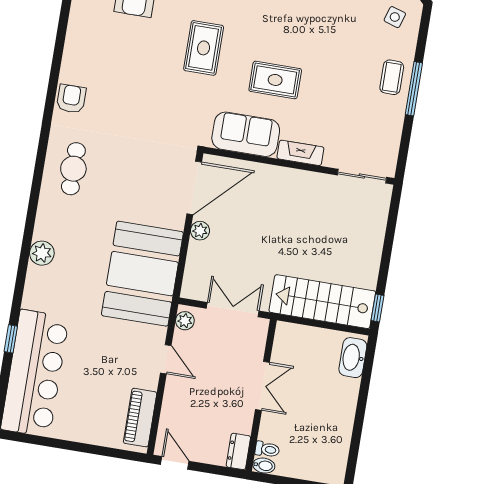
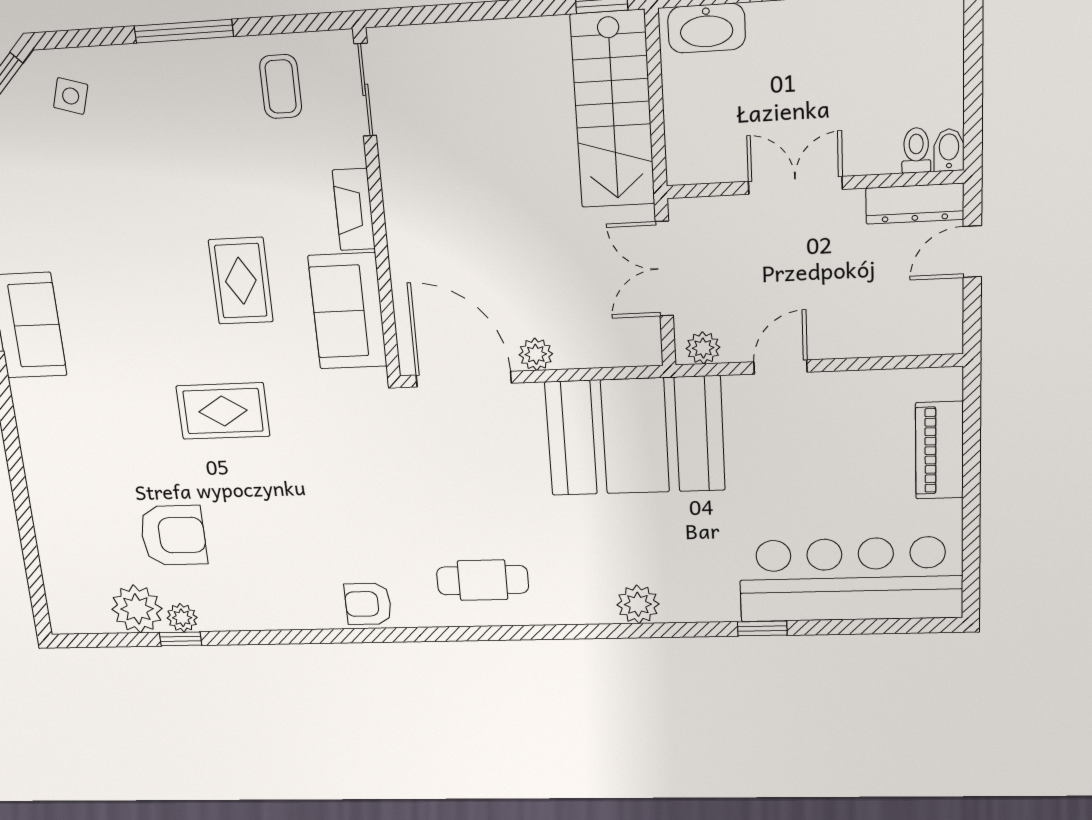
coffee table: (392, 77) -> (281, 87), moved, turned 90
window: (11, 339) -> (762, 628), moved
piano: (140, 418) -> (939, 450), moved, turned 90
dresser: (238, 451) -> (915, 204), width x1.44
door: (175, 463) -> (972, 252), moved

